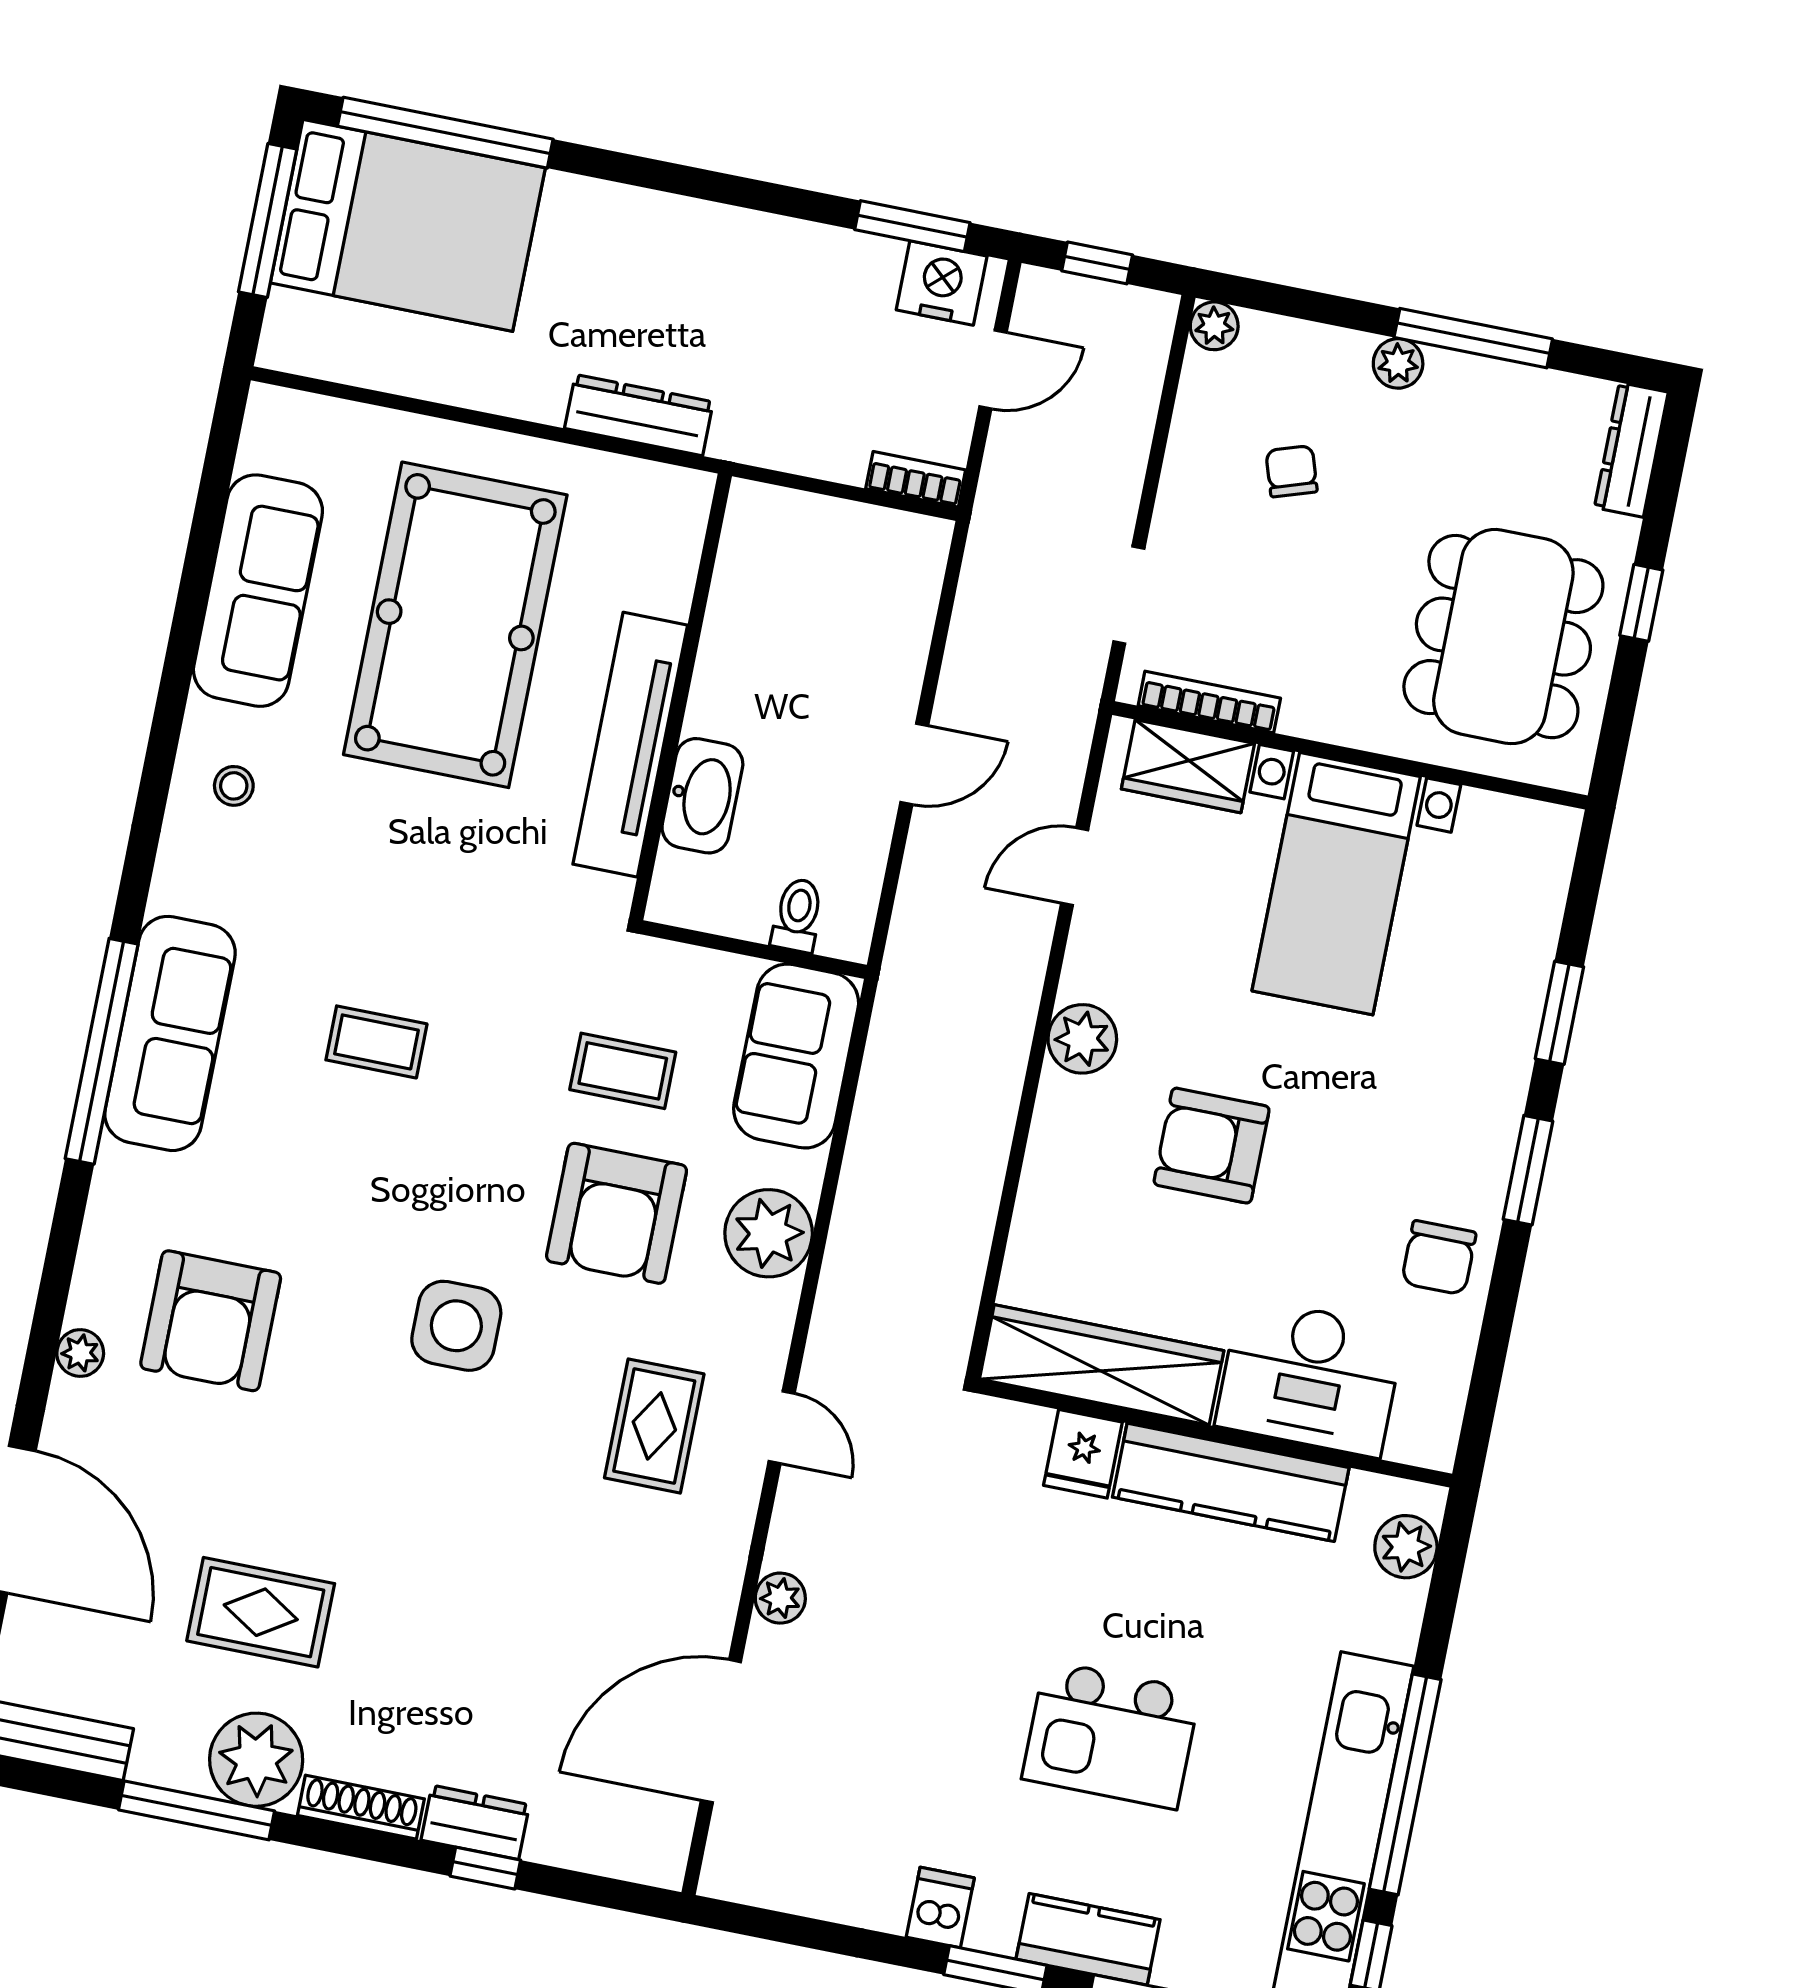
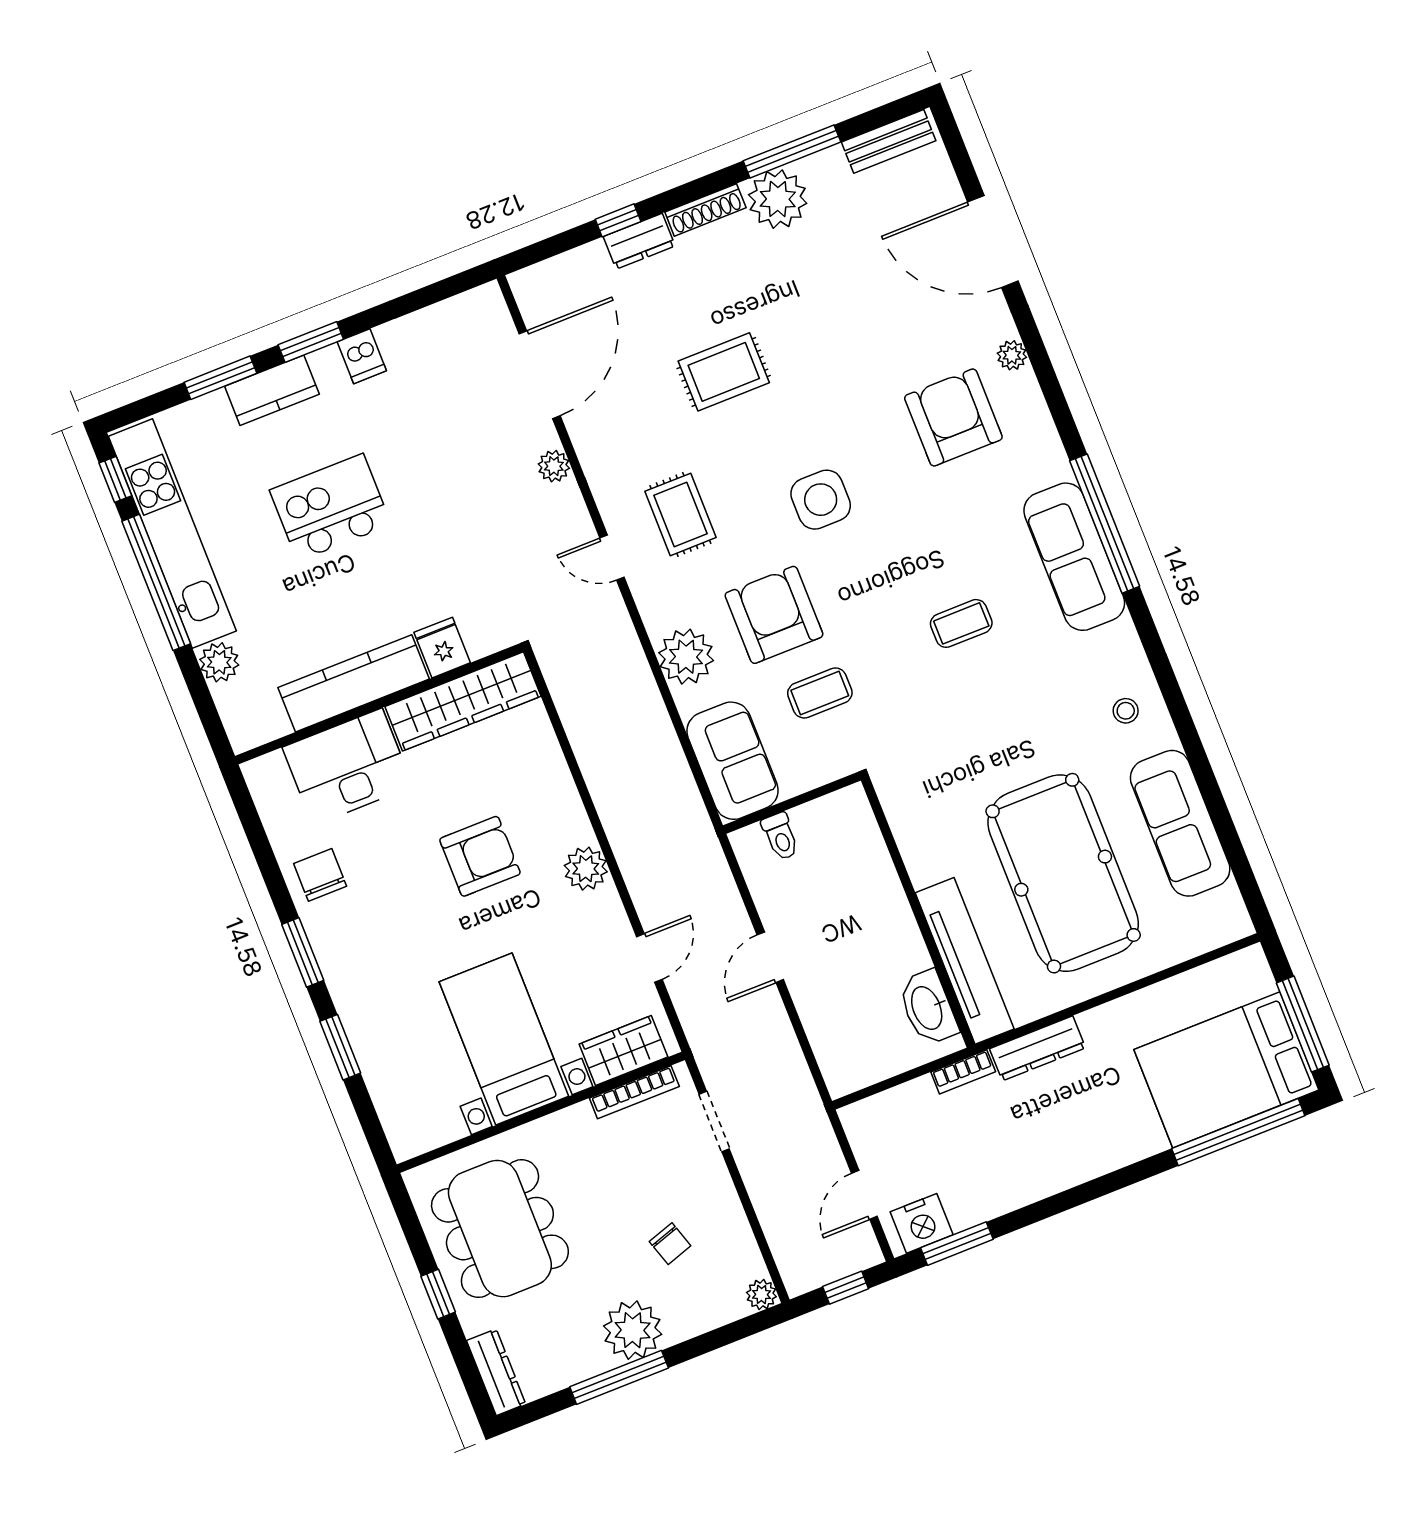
plant: (1398, 363) -> (633, 1330), width x1.87, depth x1.87
bookcase: (916, 479) -> (963, 1072), moved
tv unit: (630, 745) -> (965, 961), moved
washbasin: (702, 796) -> (928, 1008), moved
plant: (1406, 1547) -> (219, 662), moved
rug: (261, 1612) -> (724, 372), moved

